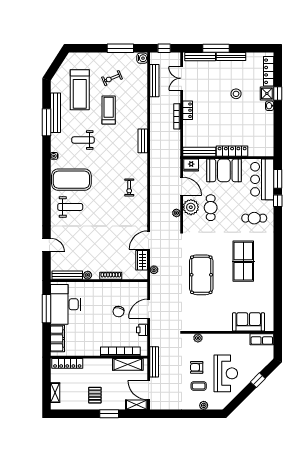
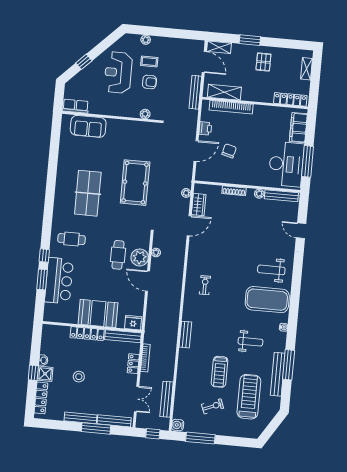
locker: (232, 151) -> (87, 334), moved
bench: (199, 152) -> (123, 336), moved
wall: (228, 158) -> (92, 327), moved
fridge: (191, 165) -> (133, 323), moved
booth: (224, 170) -> (98, 313), moved

